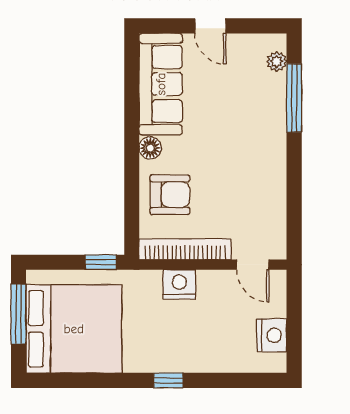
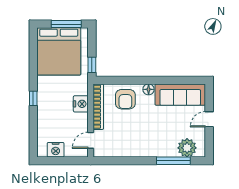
plant: (277, 62) -> (187, 148), width x1.88, depth x1.88

